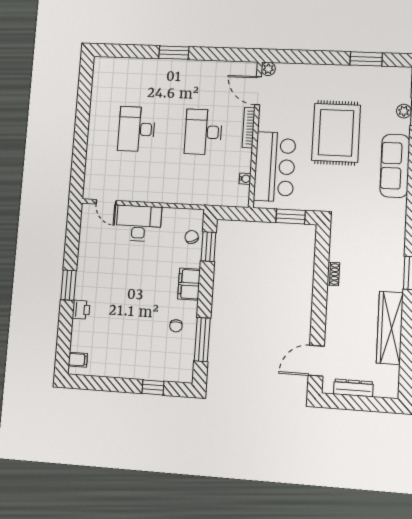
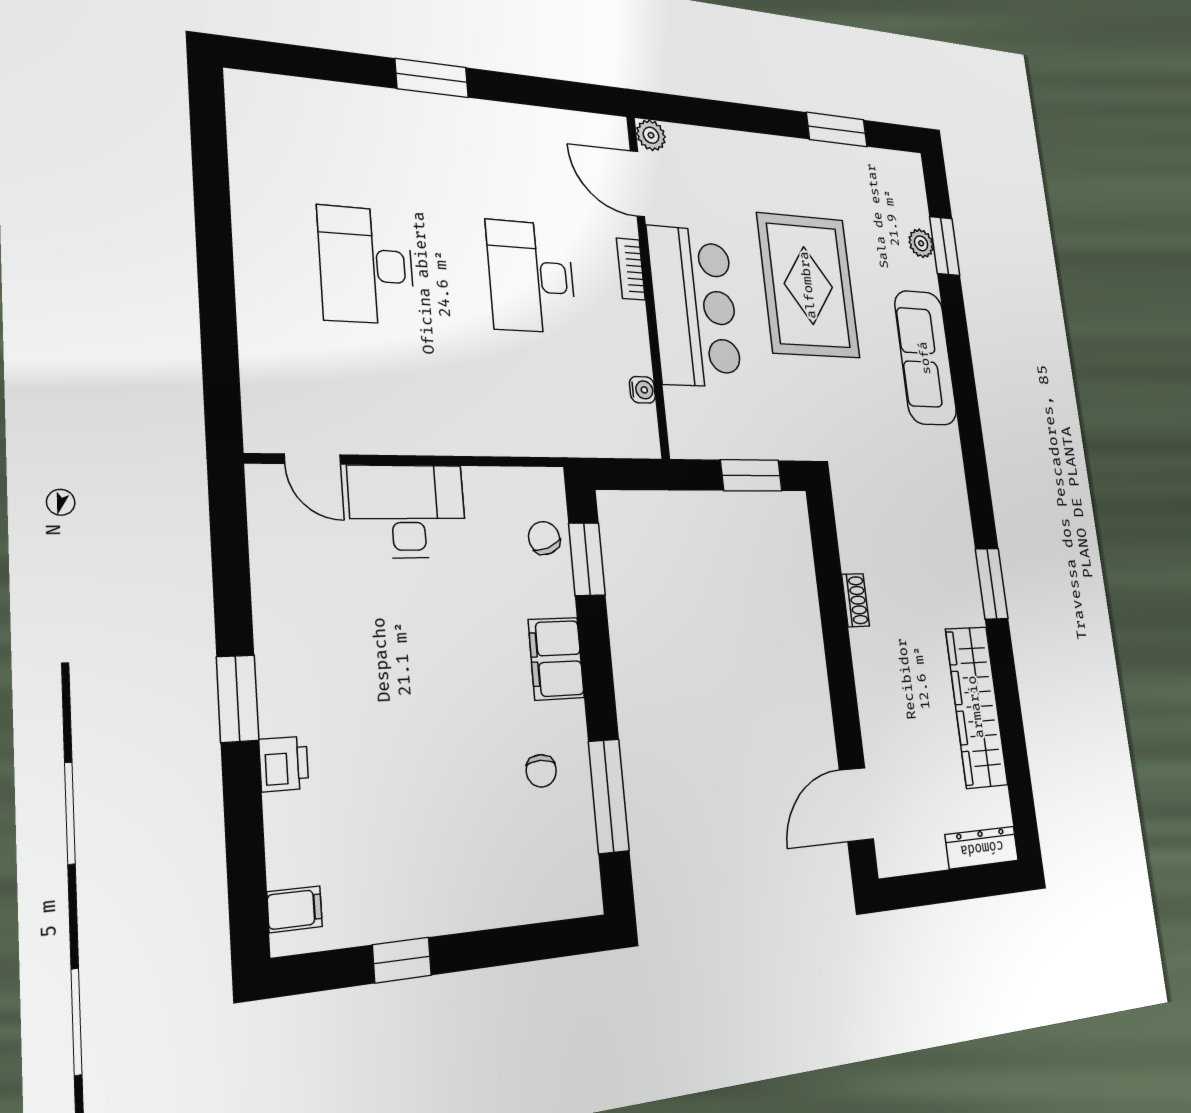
bookcase: (249, 128) -> (631, 269), width x0.64
bar counter: (275, 167) -> (694, 306), moved
window: (153, 387) -> (402, 960), moved
dresser: (353, 388) -> (982, 848), moved

